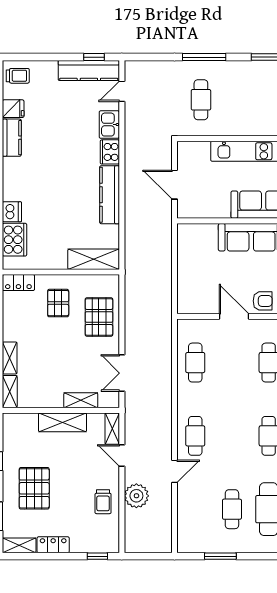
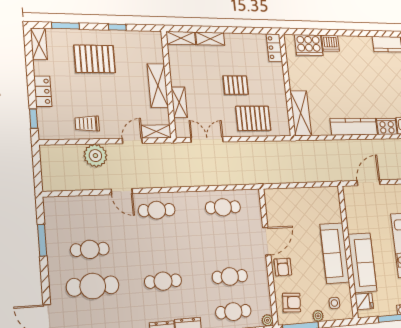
pallet: (58, 303) -> (236, 85), moved
locker: (53, 545) -> (43, 91), moved

